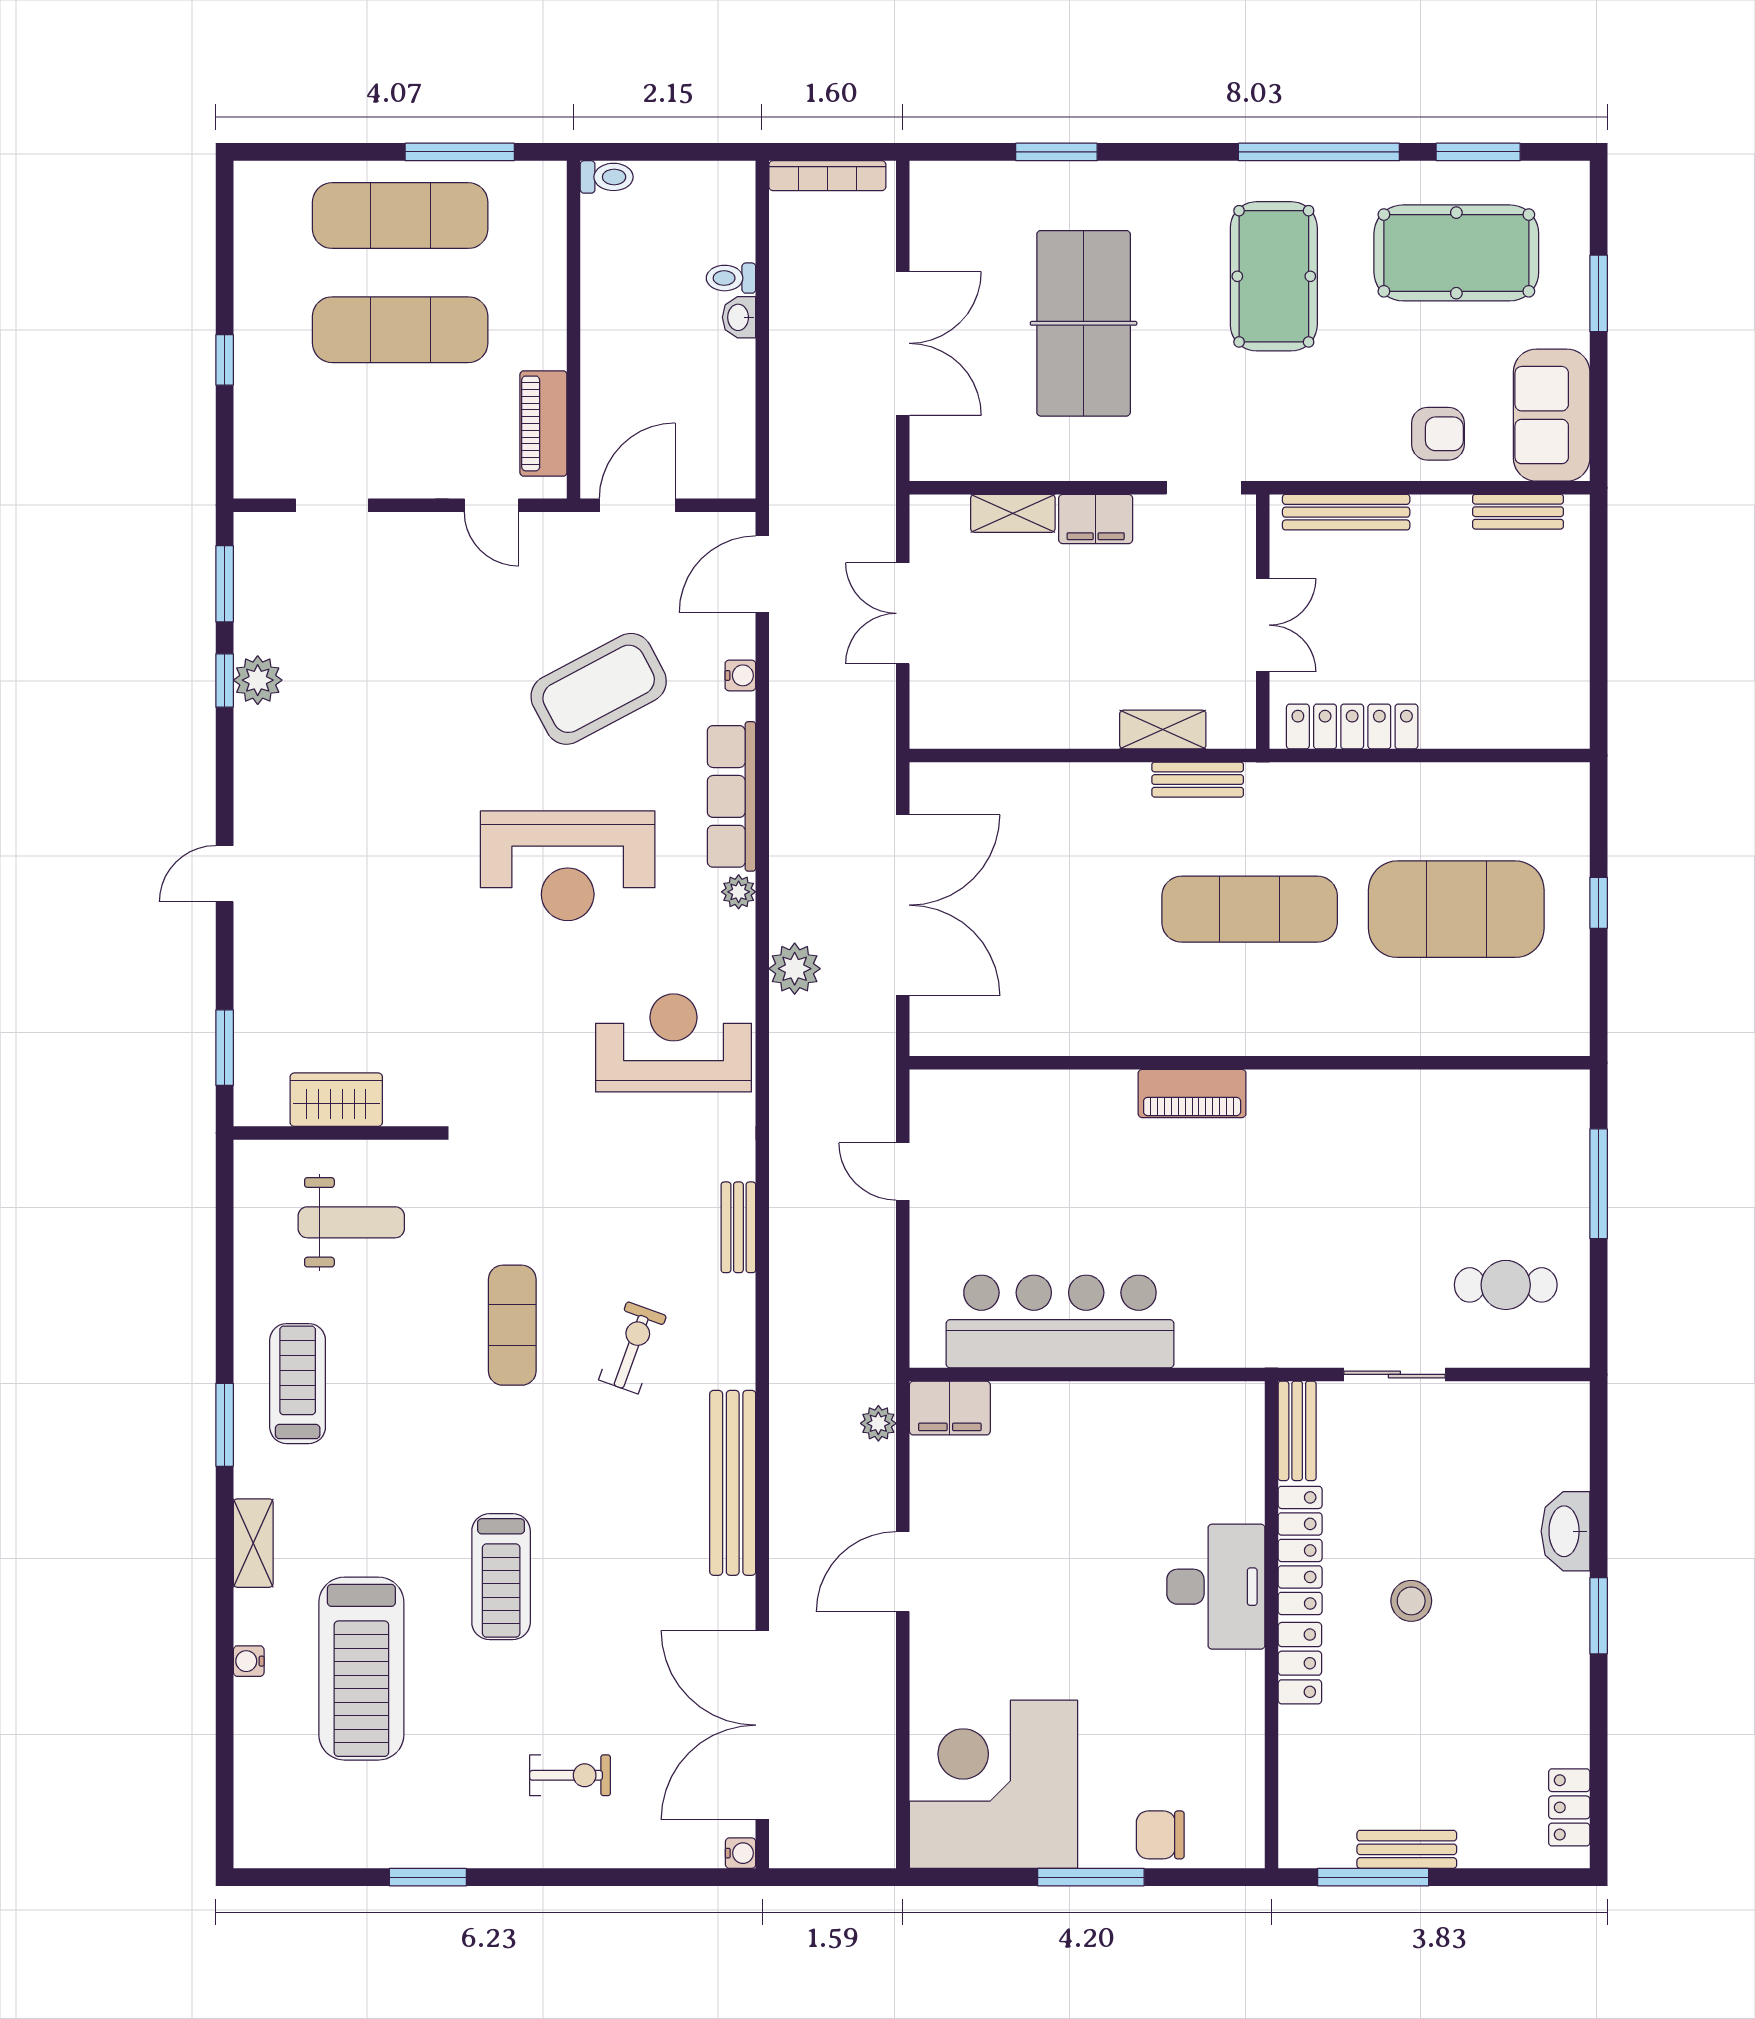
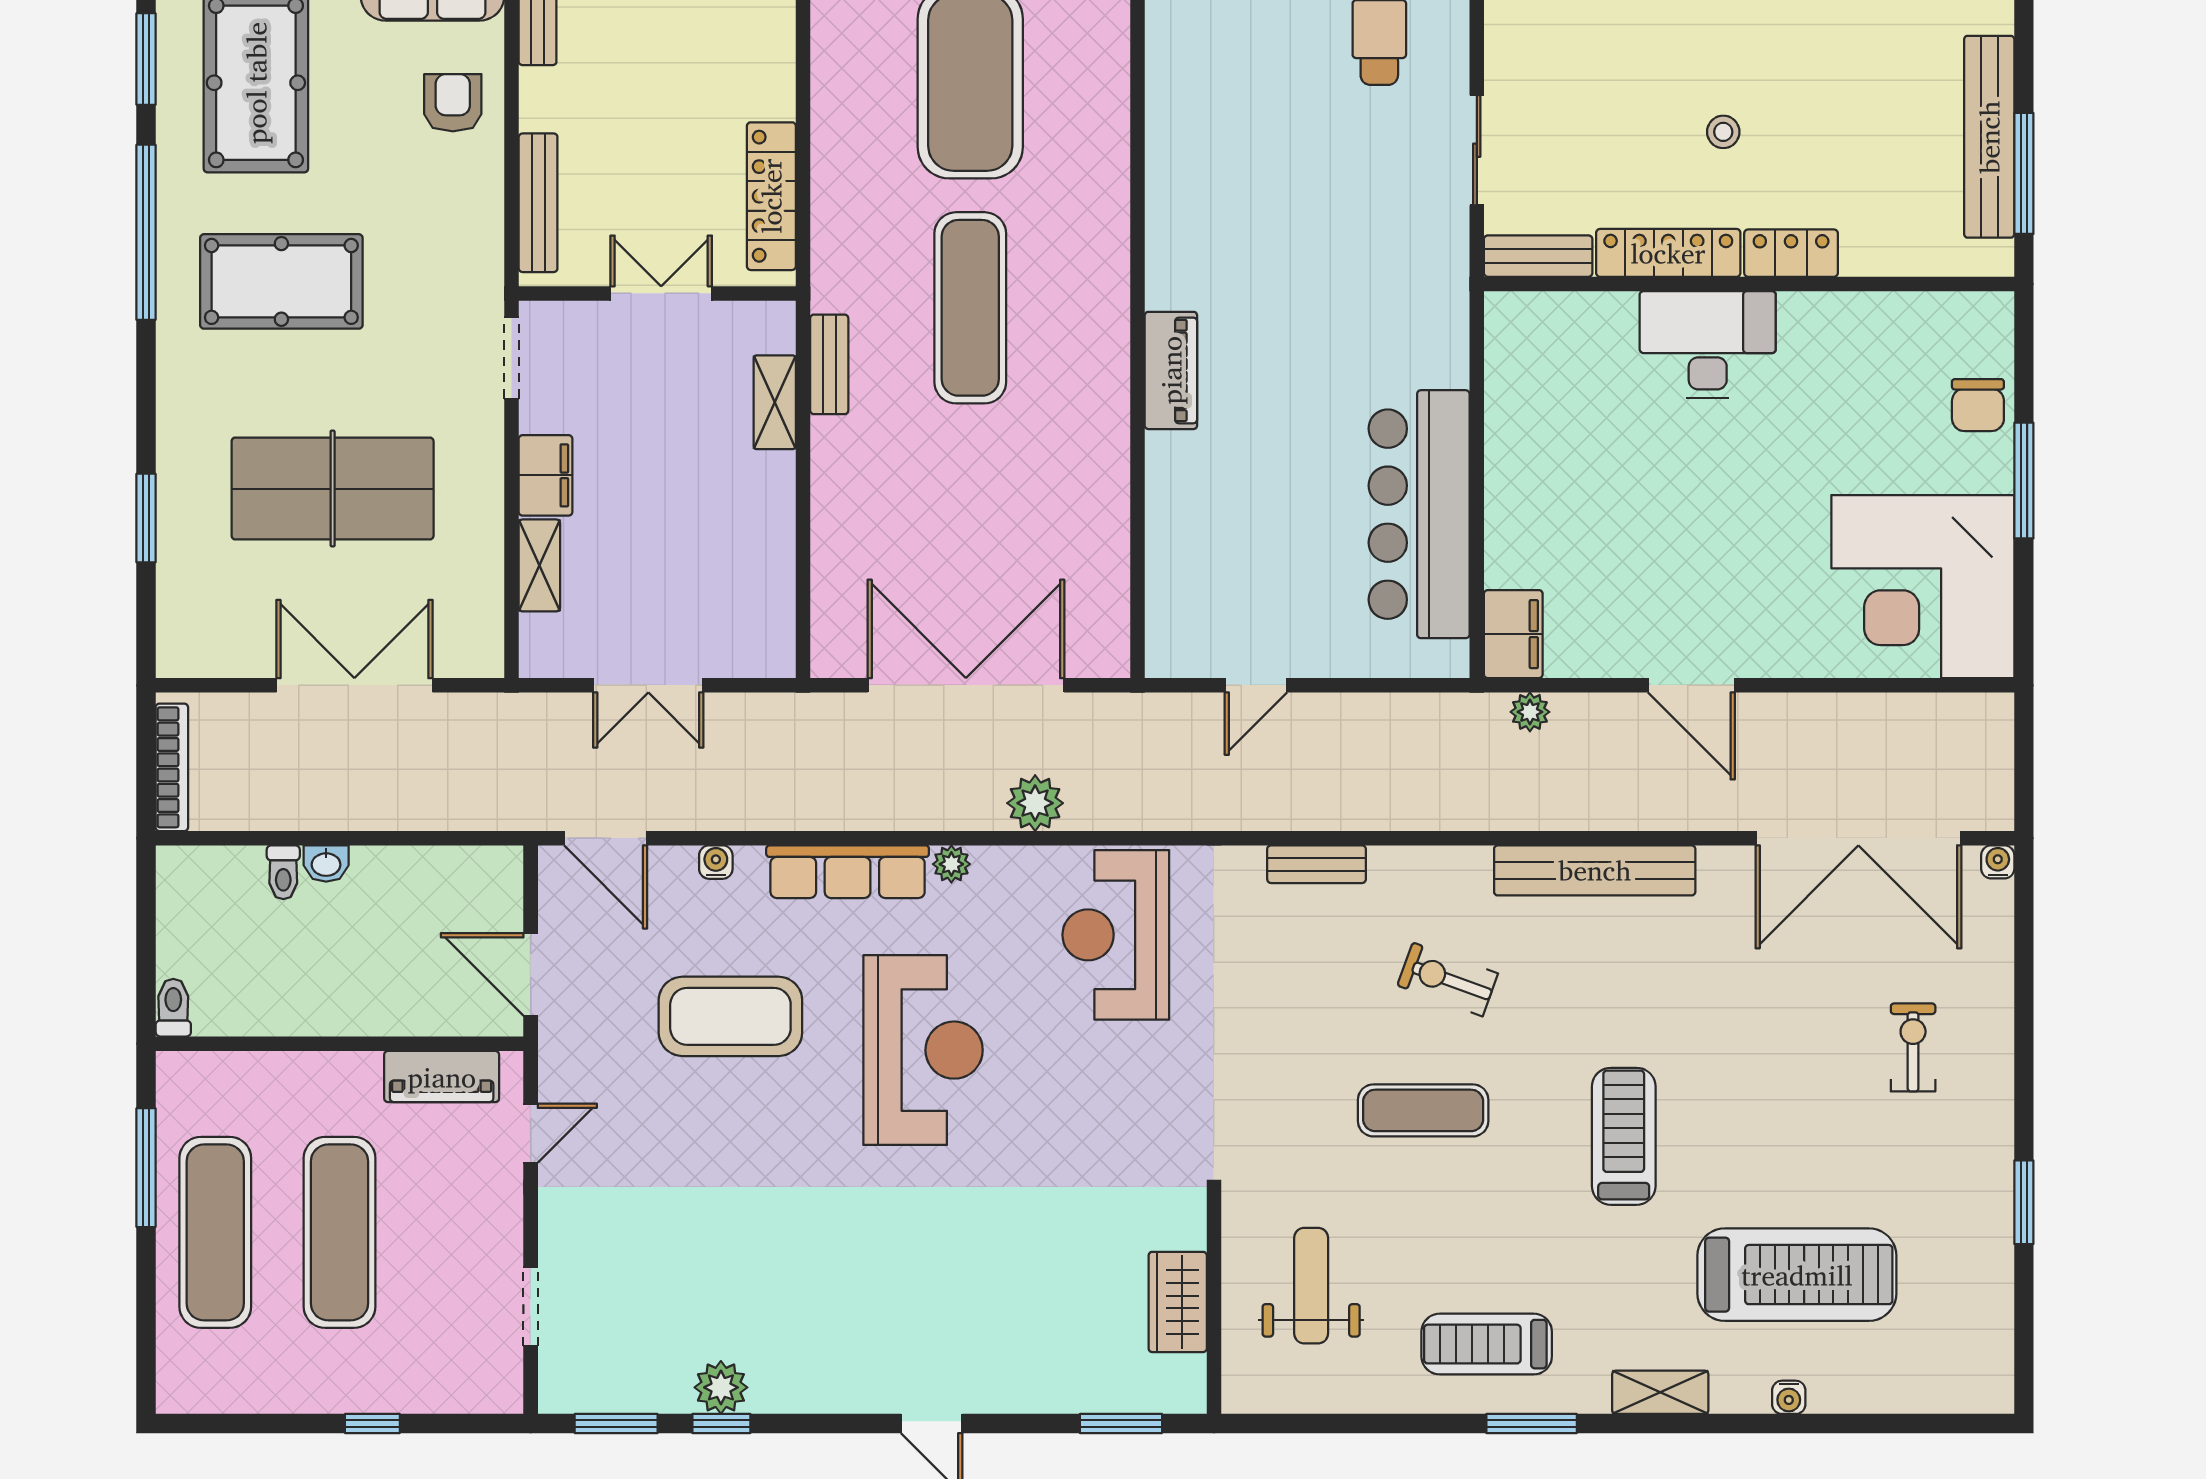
coffee table: (599, 689) -> (730, 1016), turned -62
treadmill: (501, 1577) -> (1624, 1136), moved, turned -90
stool: (1411, 1601) -> (1723, 132), width x0.73, depth x0.73
bench: (1407, 1849) -> (1989, 137), width x1.86, depth x1.21

